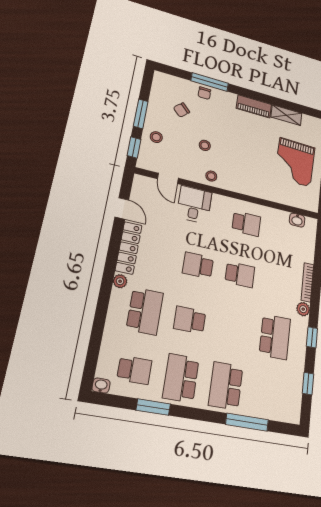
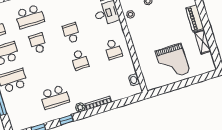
grand piano: (295, 162) -> (173, 62), turned -92

